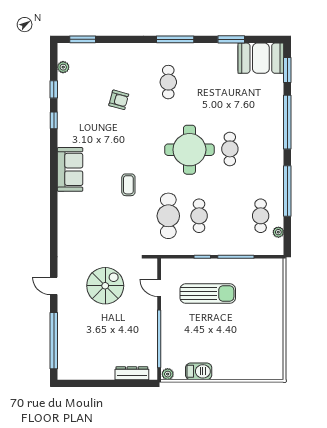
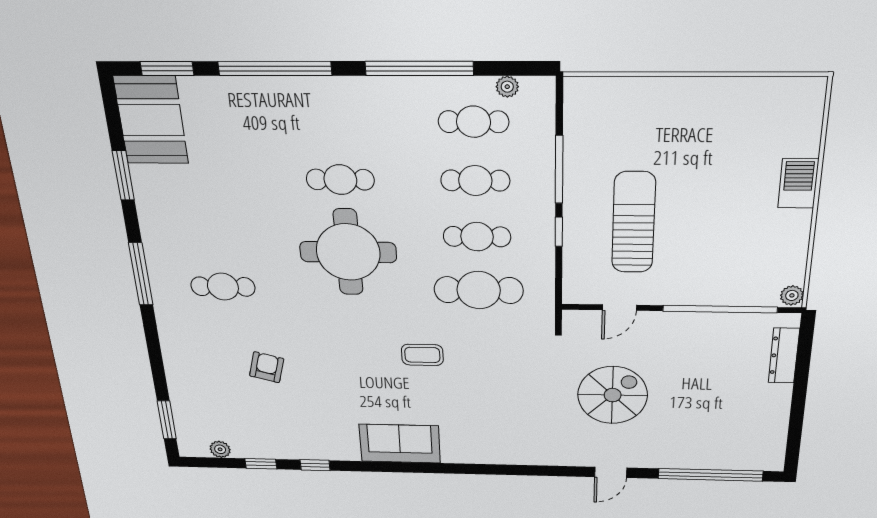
cafe table: (230, 216) -> (475, 181), added
spiral stairs: (105, 286) -> (613, 395), turned 90
barbecue: (199, 371) -> (798, 183), moved

